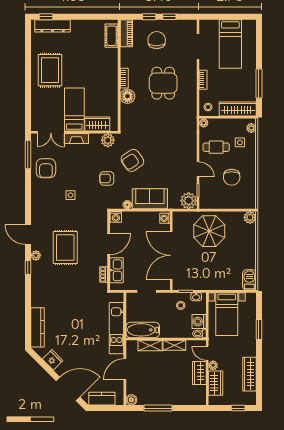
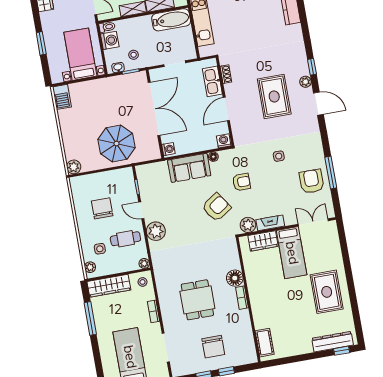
piano: (126, 33) -> (249, 348), removed
fireplace: (76, 139) -> (270, 223), moved
window: (28, 155) -> (331, 173), moved
plant: (189, 201) -> (156, 231), moved

